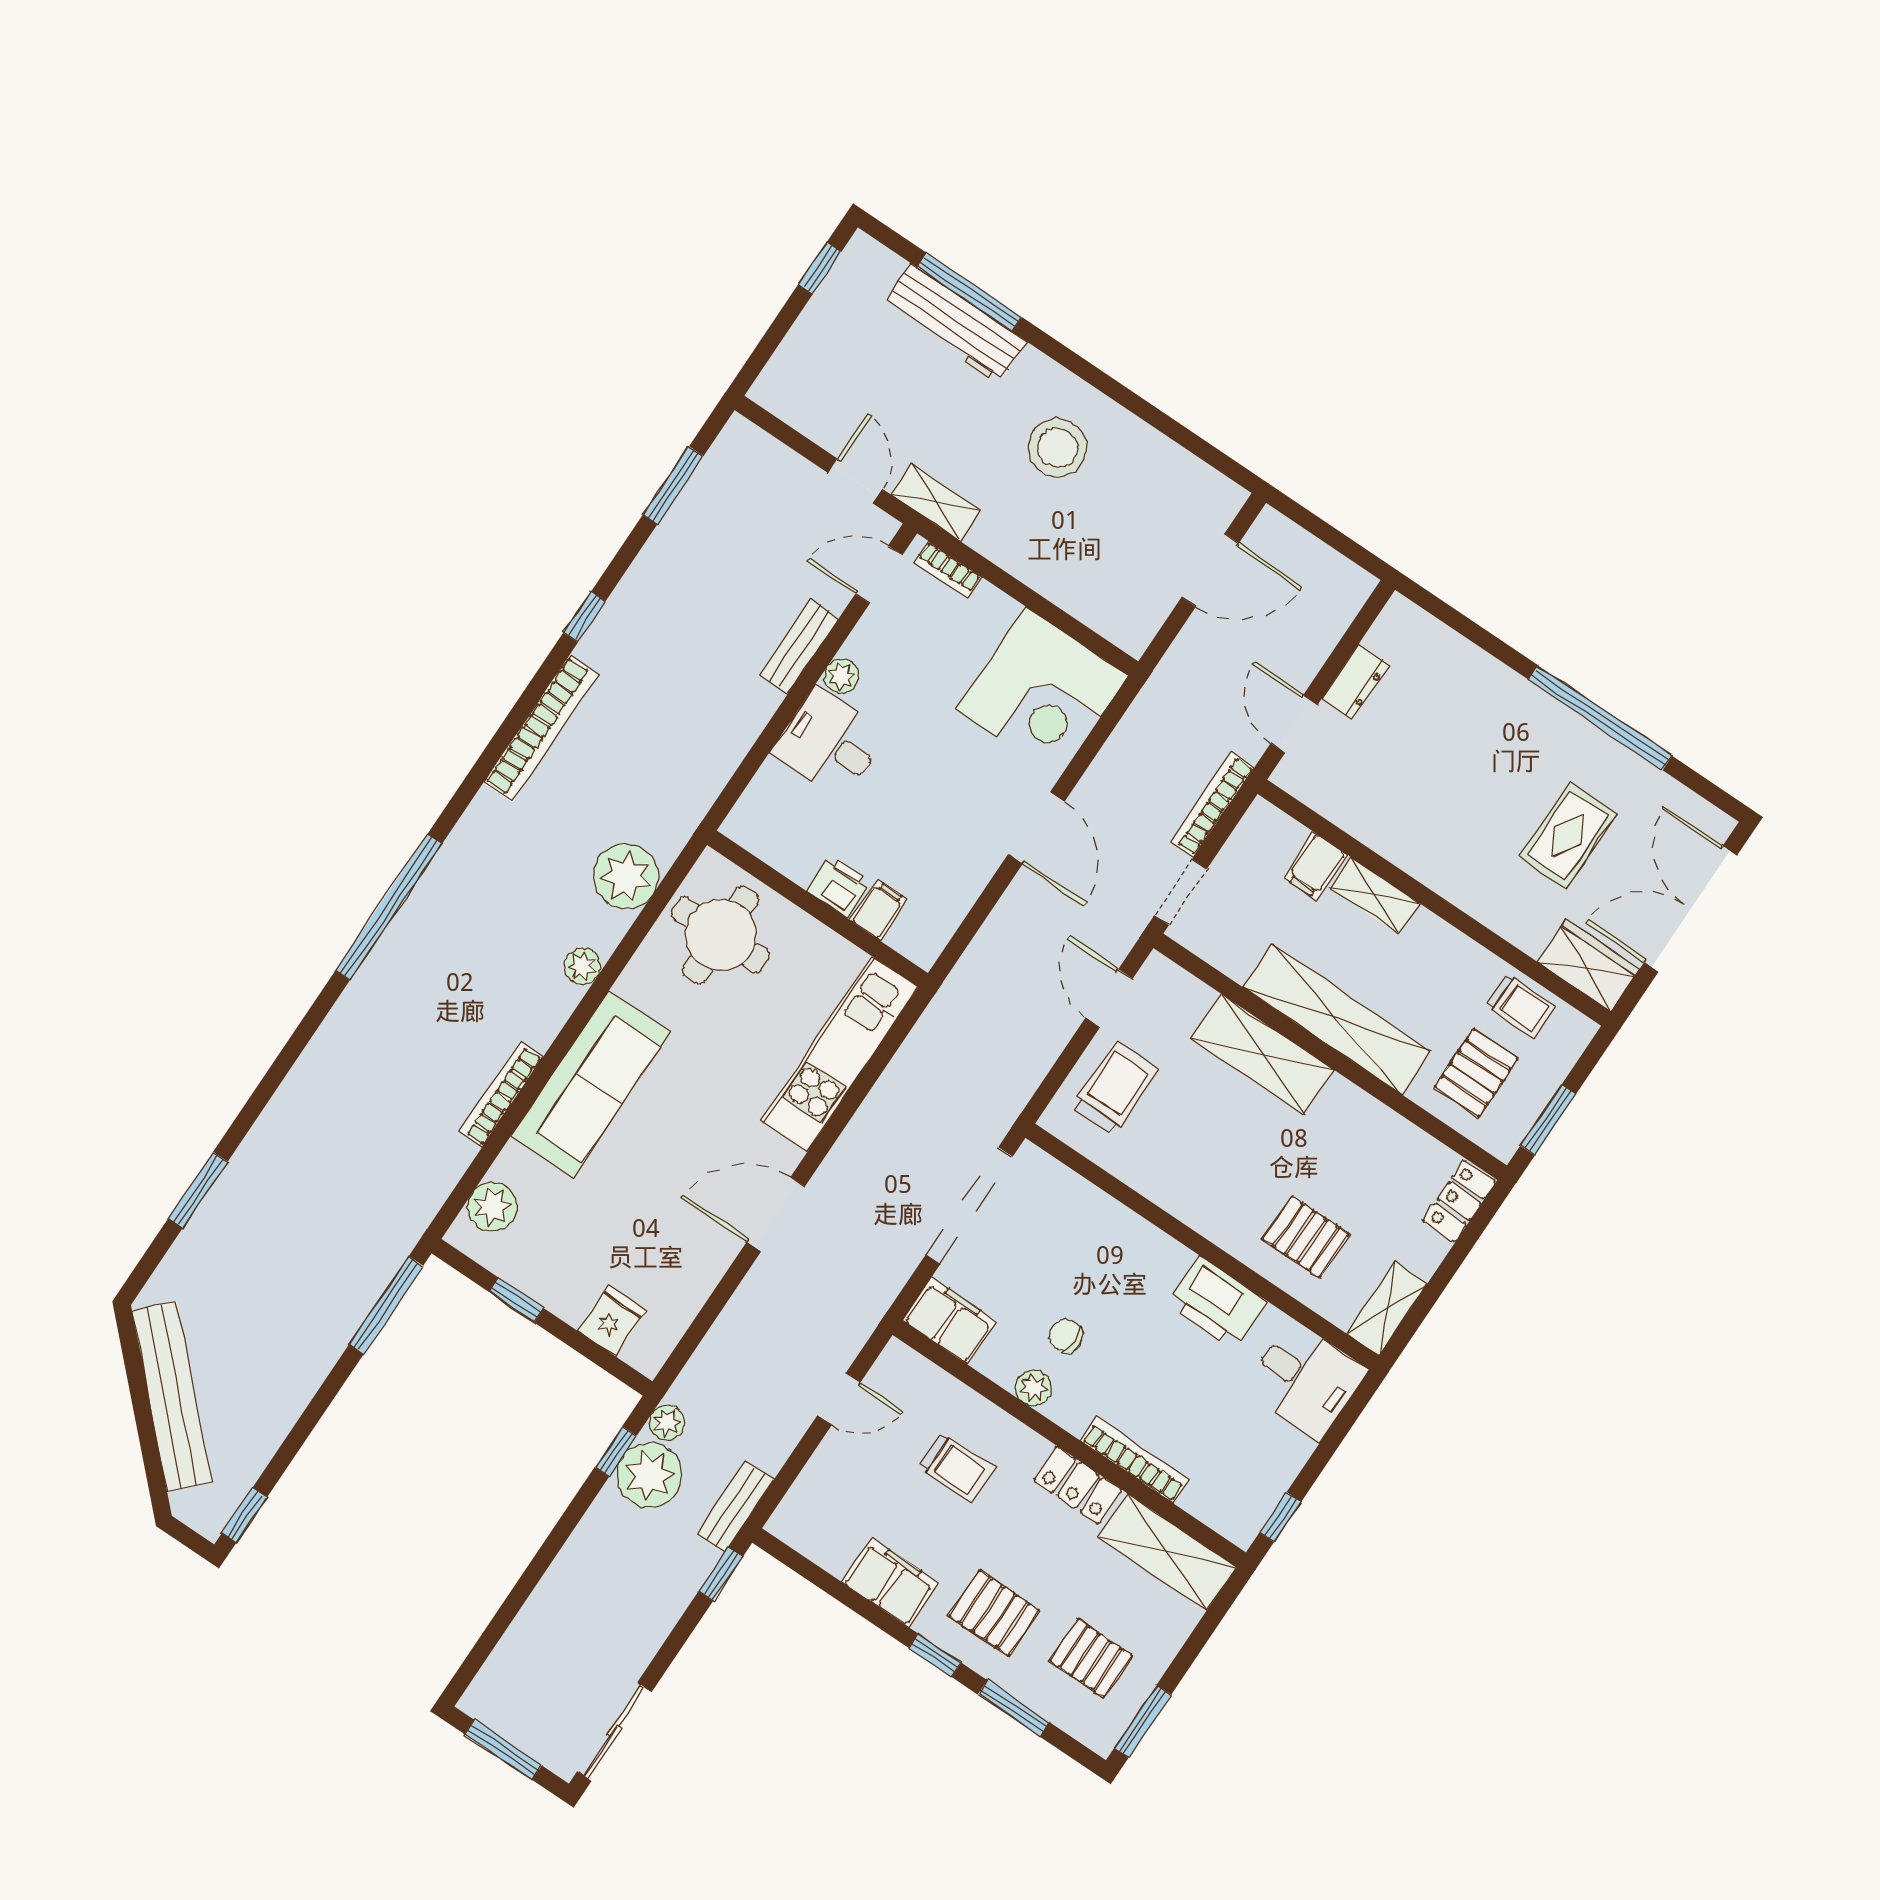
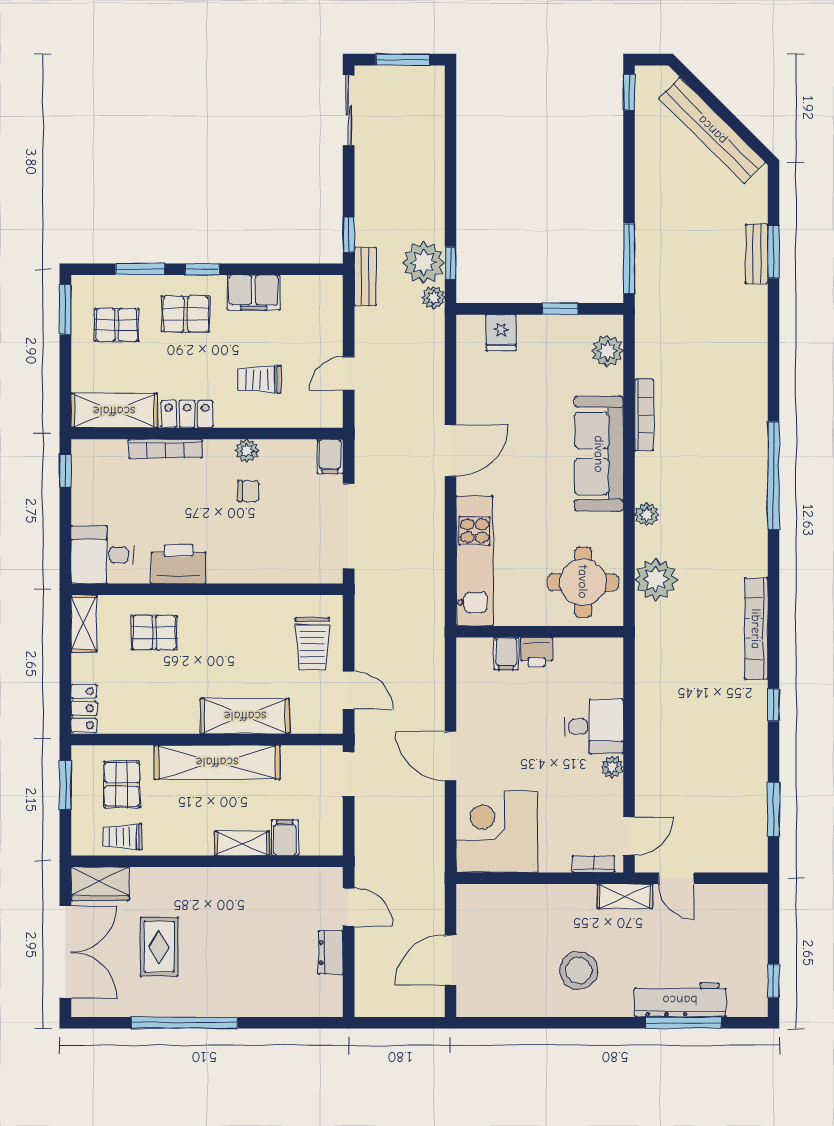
bench: (799, 647) -> (757, 254), moved
bookcase: (1212, 805) -> (363, 833), removed
filing cabinet: (949, 1321) -> (330, 456), width x0.50

